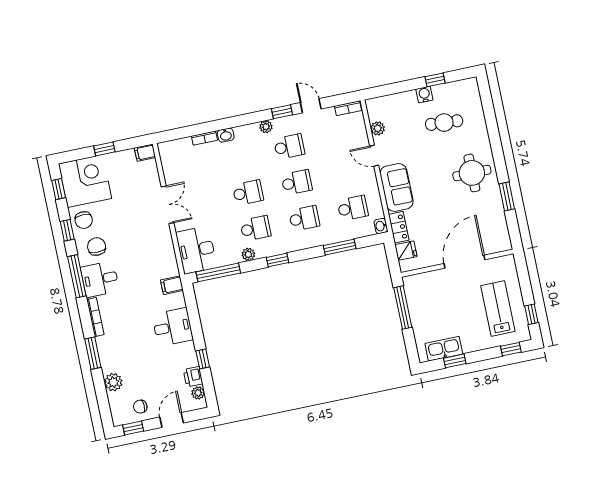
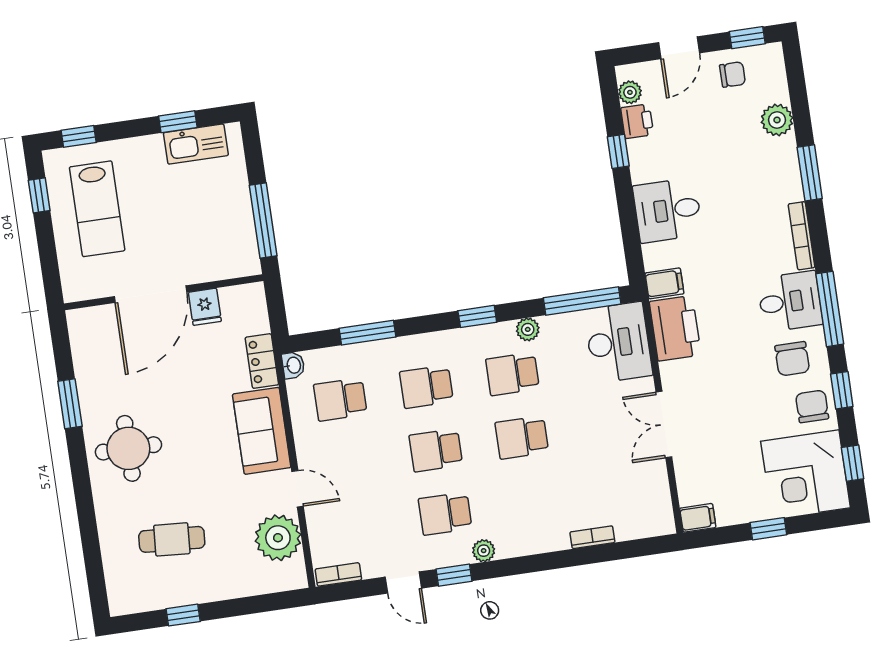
water cooler: (424, 94) -> (203, 591), removed
plant: (378, 128) -> (278, 538), width x1.87, depth x1.87
washbasin: (226, 135) -> (555, 540), removed
fridge: (406, 251) -> (205, 307), moved, turned -90
printer: (164, 260) -> (675, 328), added

